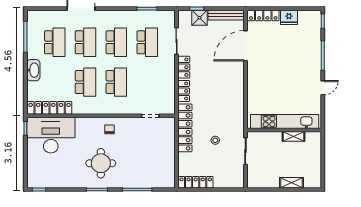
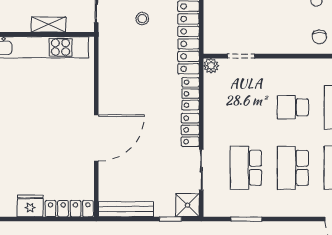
shower: (199, 18) -> (187, 205), moved
door: (245, 46) -> (96, 138), moved
school desk: (116, 82) -> (293, 107), width x0.54
plant: (170, 109) -> (211, 66), added
chair: (110, 129) -> (319, 37), moved
shelving: (294, 136) -> (48, 25), moved

